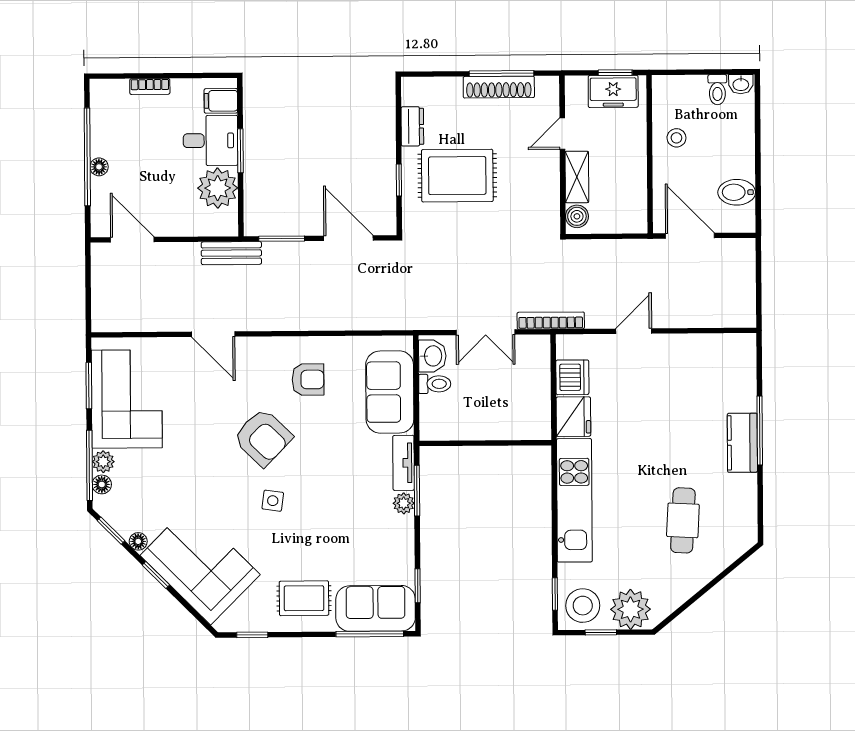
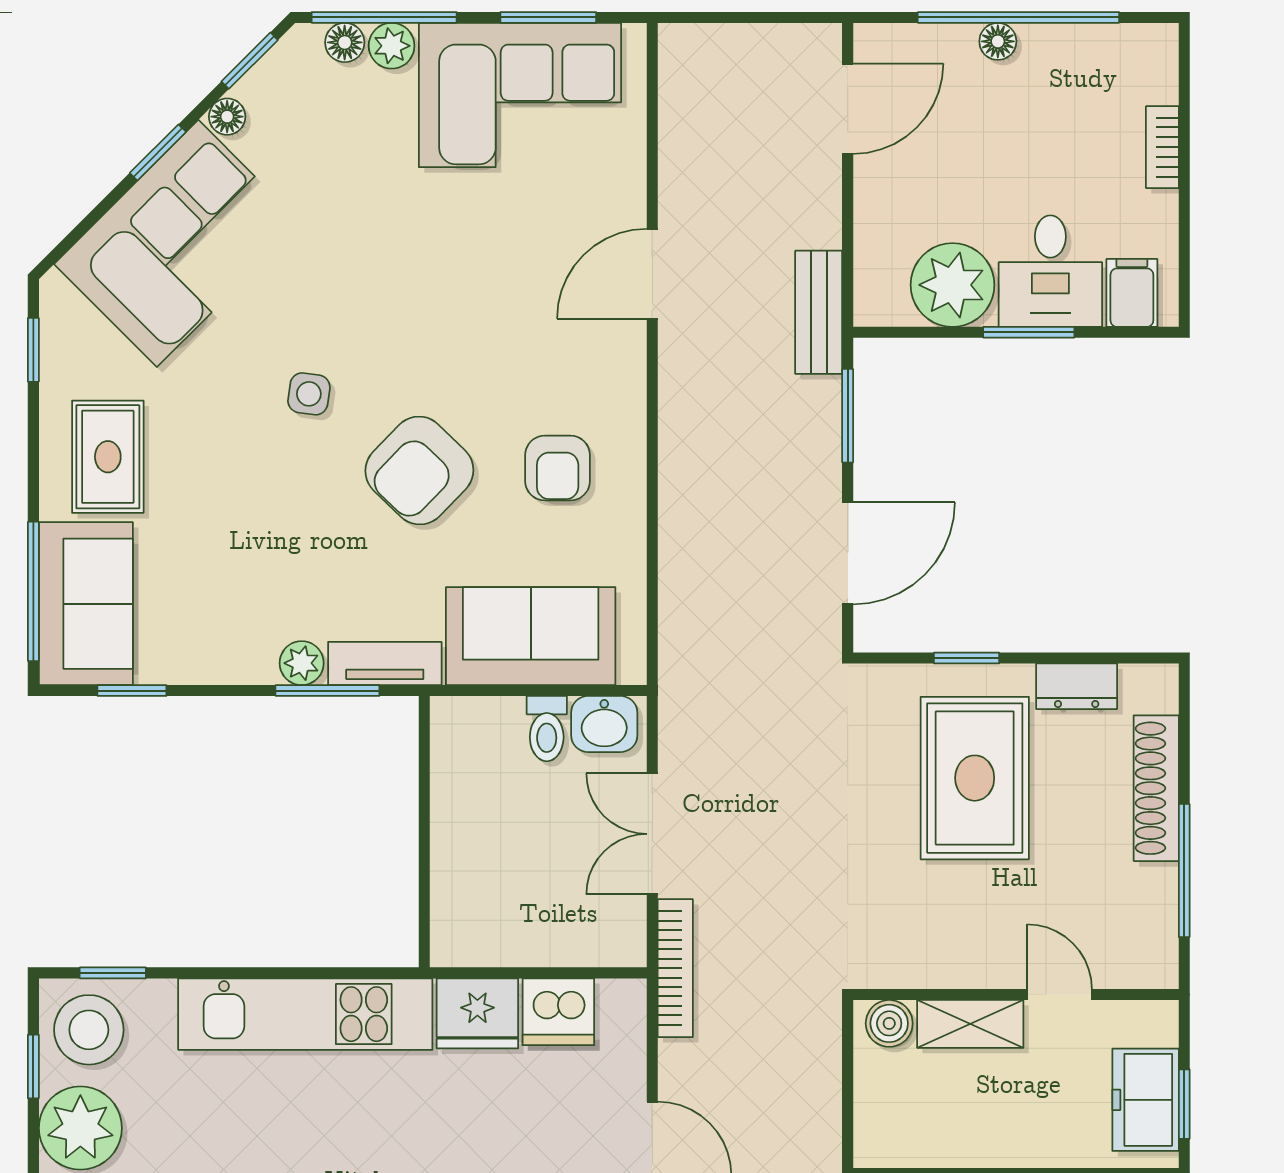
shoe rack: (499, 87) -> (1156, 788), moved
armchair: (263, 437) -> (419, 470), moved

